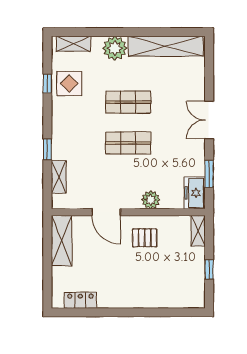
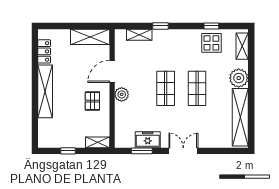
freezer: (195, 193) -> (148, 140), moved
plant: (151, 200) -> (122, 94), moved
shelving: (132, 299) -> (45, 91), added

